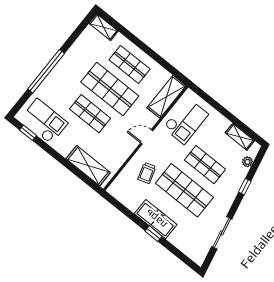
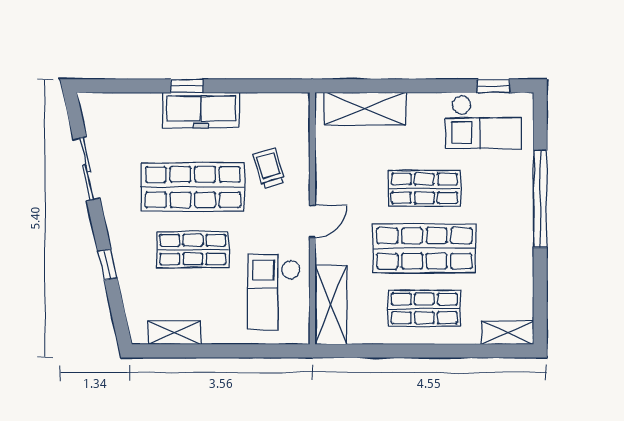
plant: (247, 162) -> (133, 305), removed

